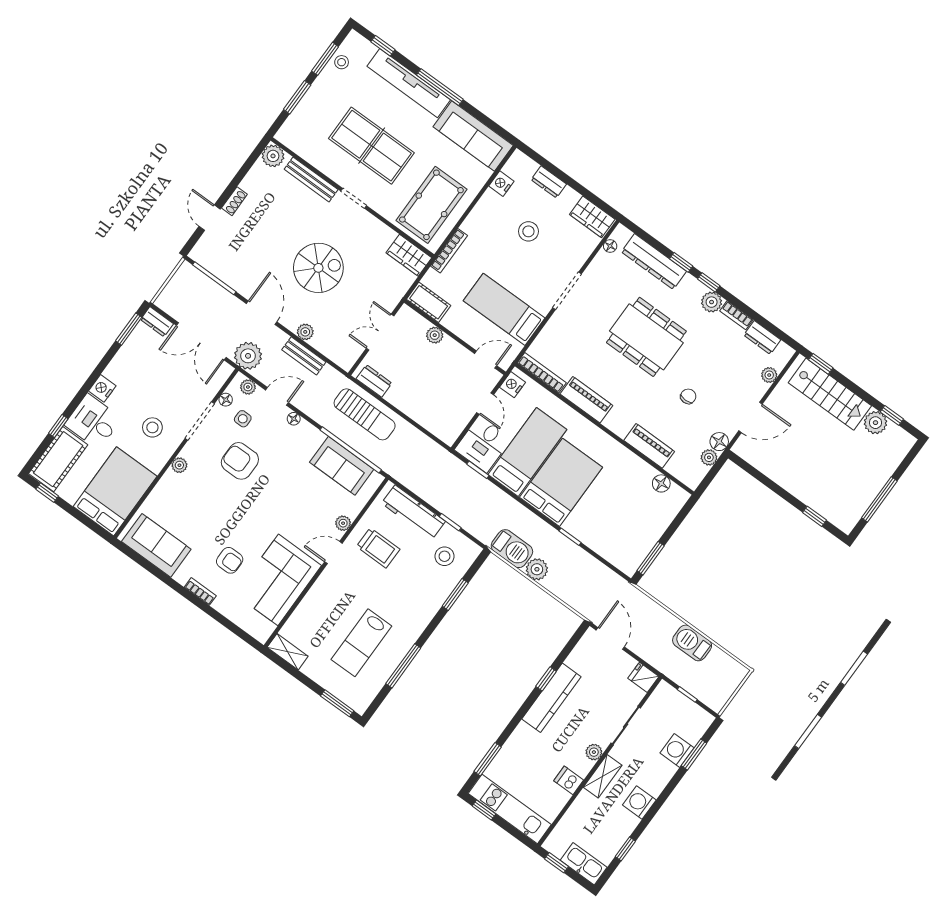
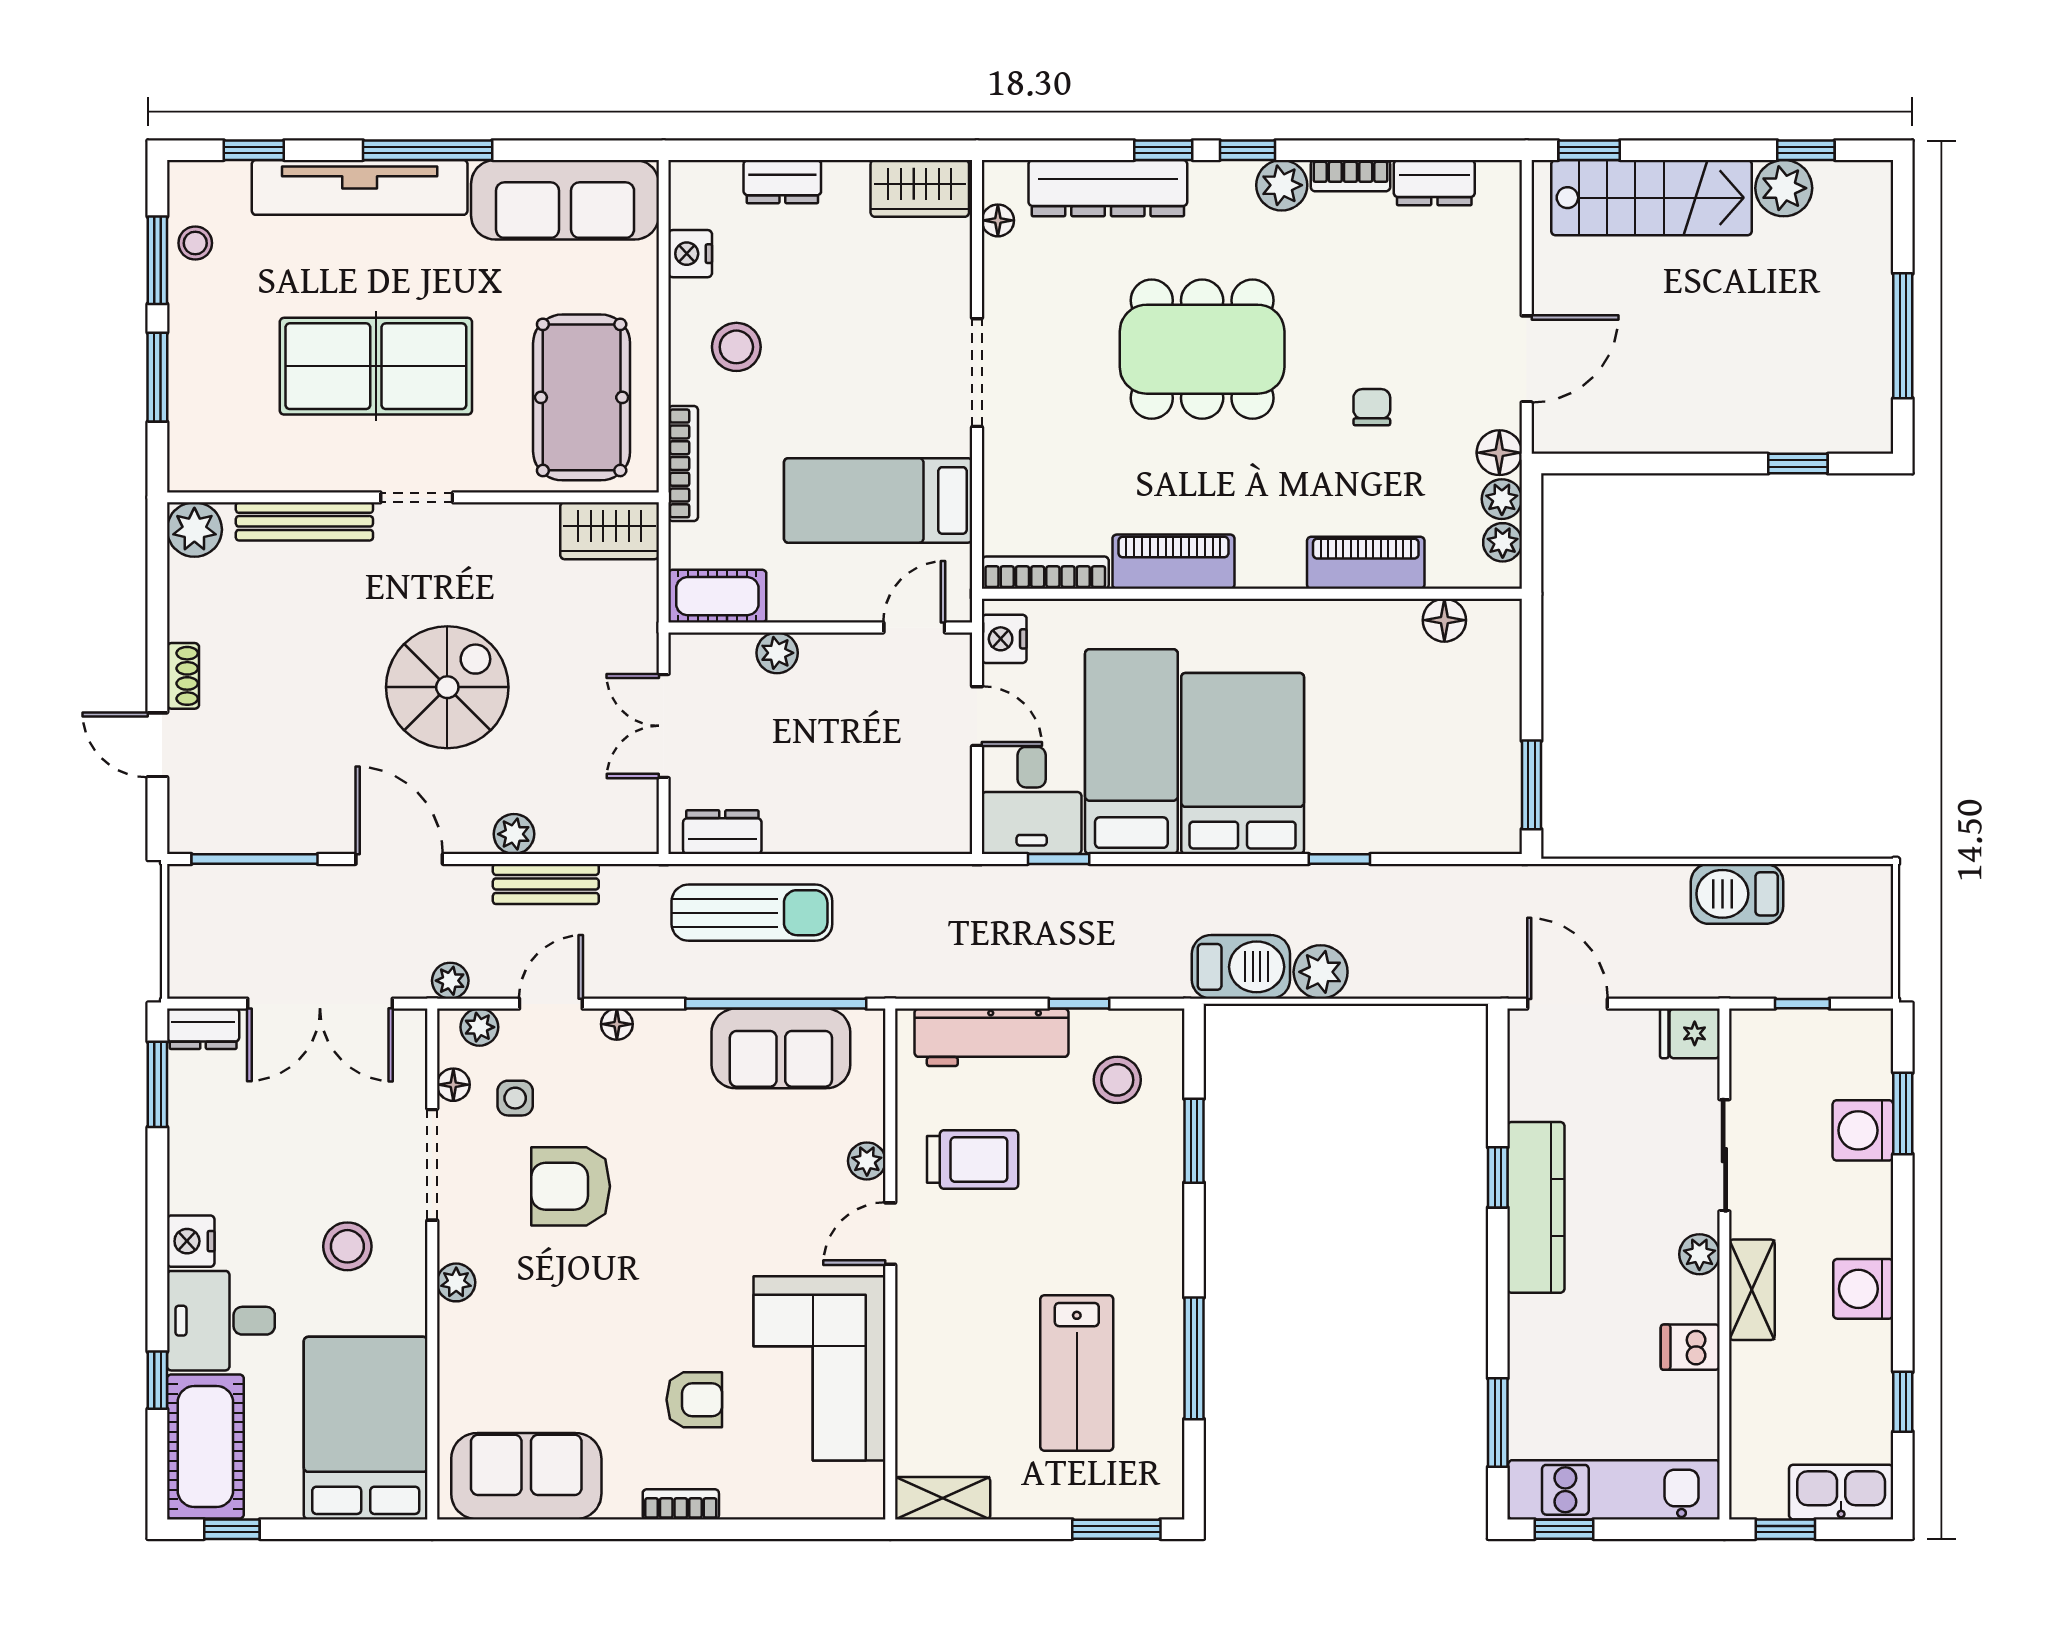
stool: (528, 231) -> (736, 347), moved
plant: (248, 356) -> (450, 981), width x0.53, depth x0.53
plant: (769, 375) -> (1503, 542), moved

